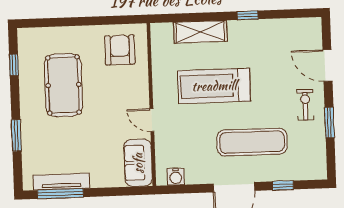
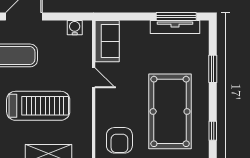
pool table: (63, 85) -> (170, 111), width x1.36, depth x1.32

